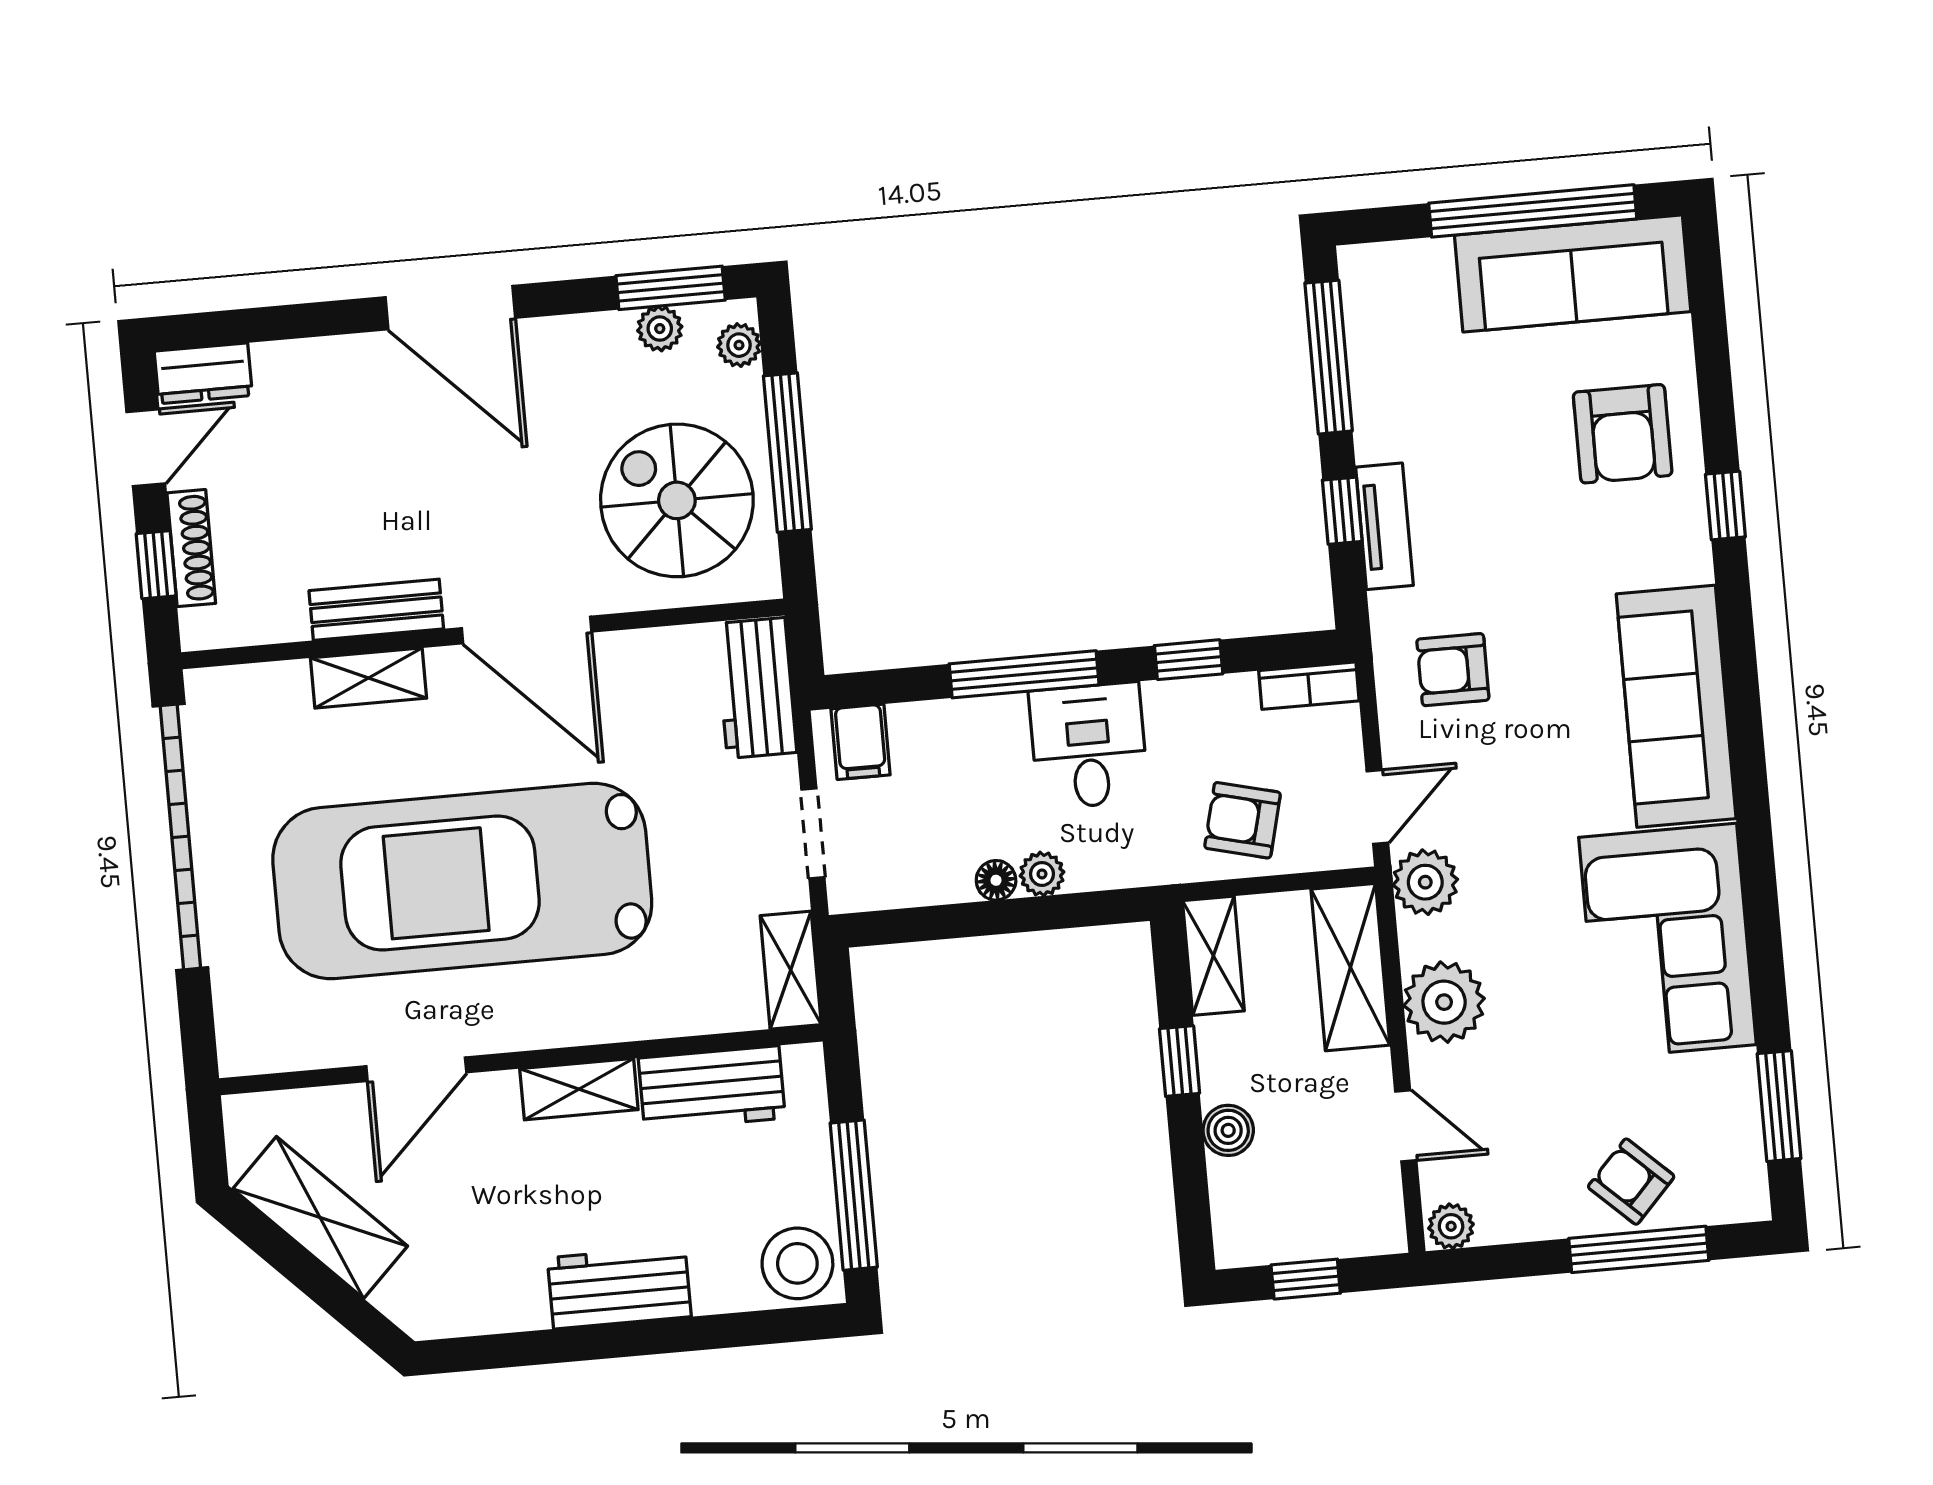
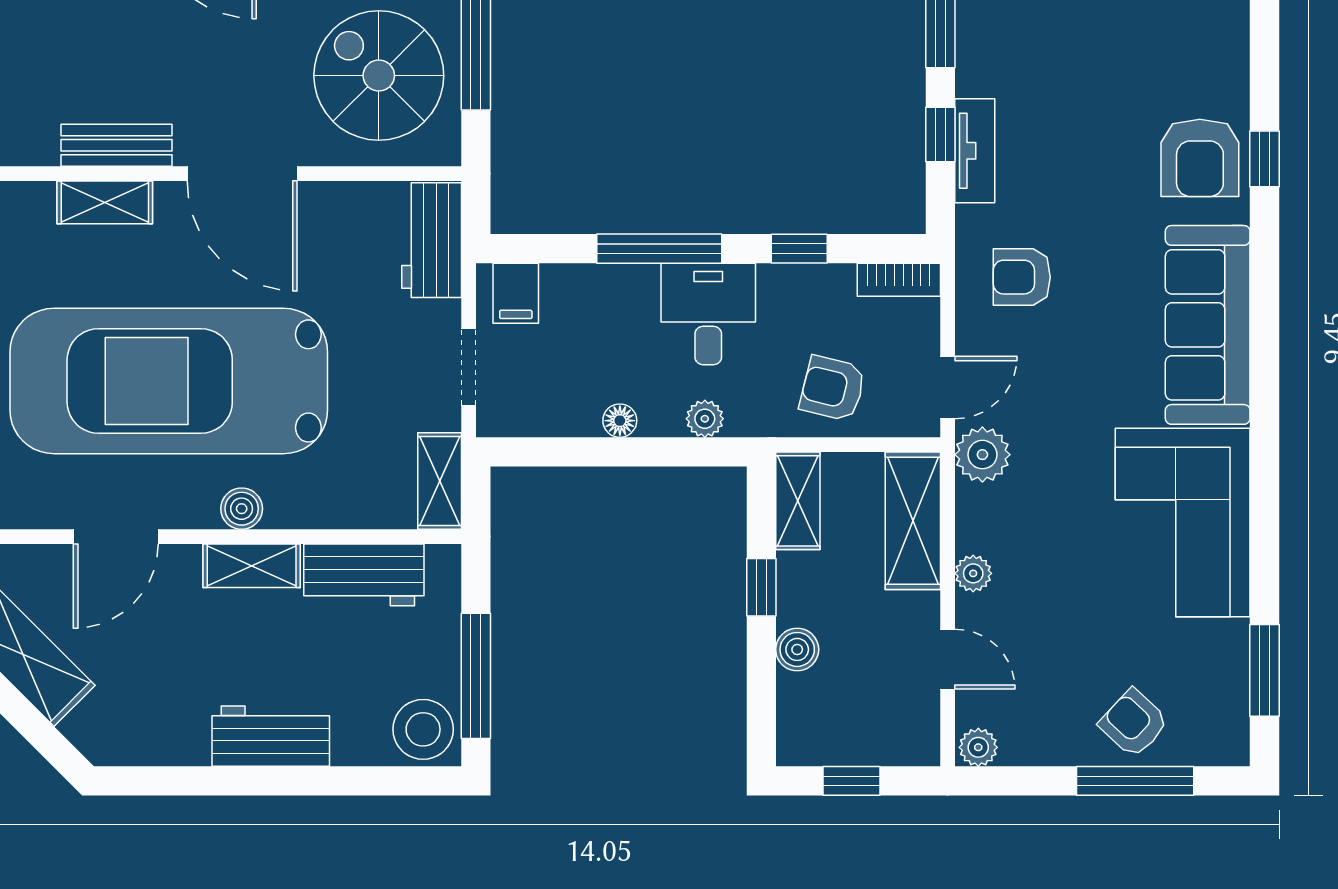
armchair: (1623, 434) -> (1200, 158), moved
plant: (1042, 874) -> (705, 419), moved
plant: (1444, 1002) -> (973, 573), width x0.53, depth x0.53
boiler: (561, 1023) -> (242, 509), added

